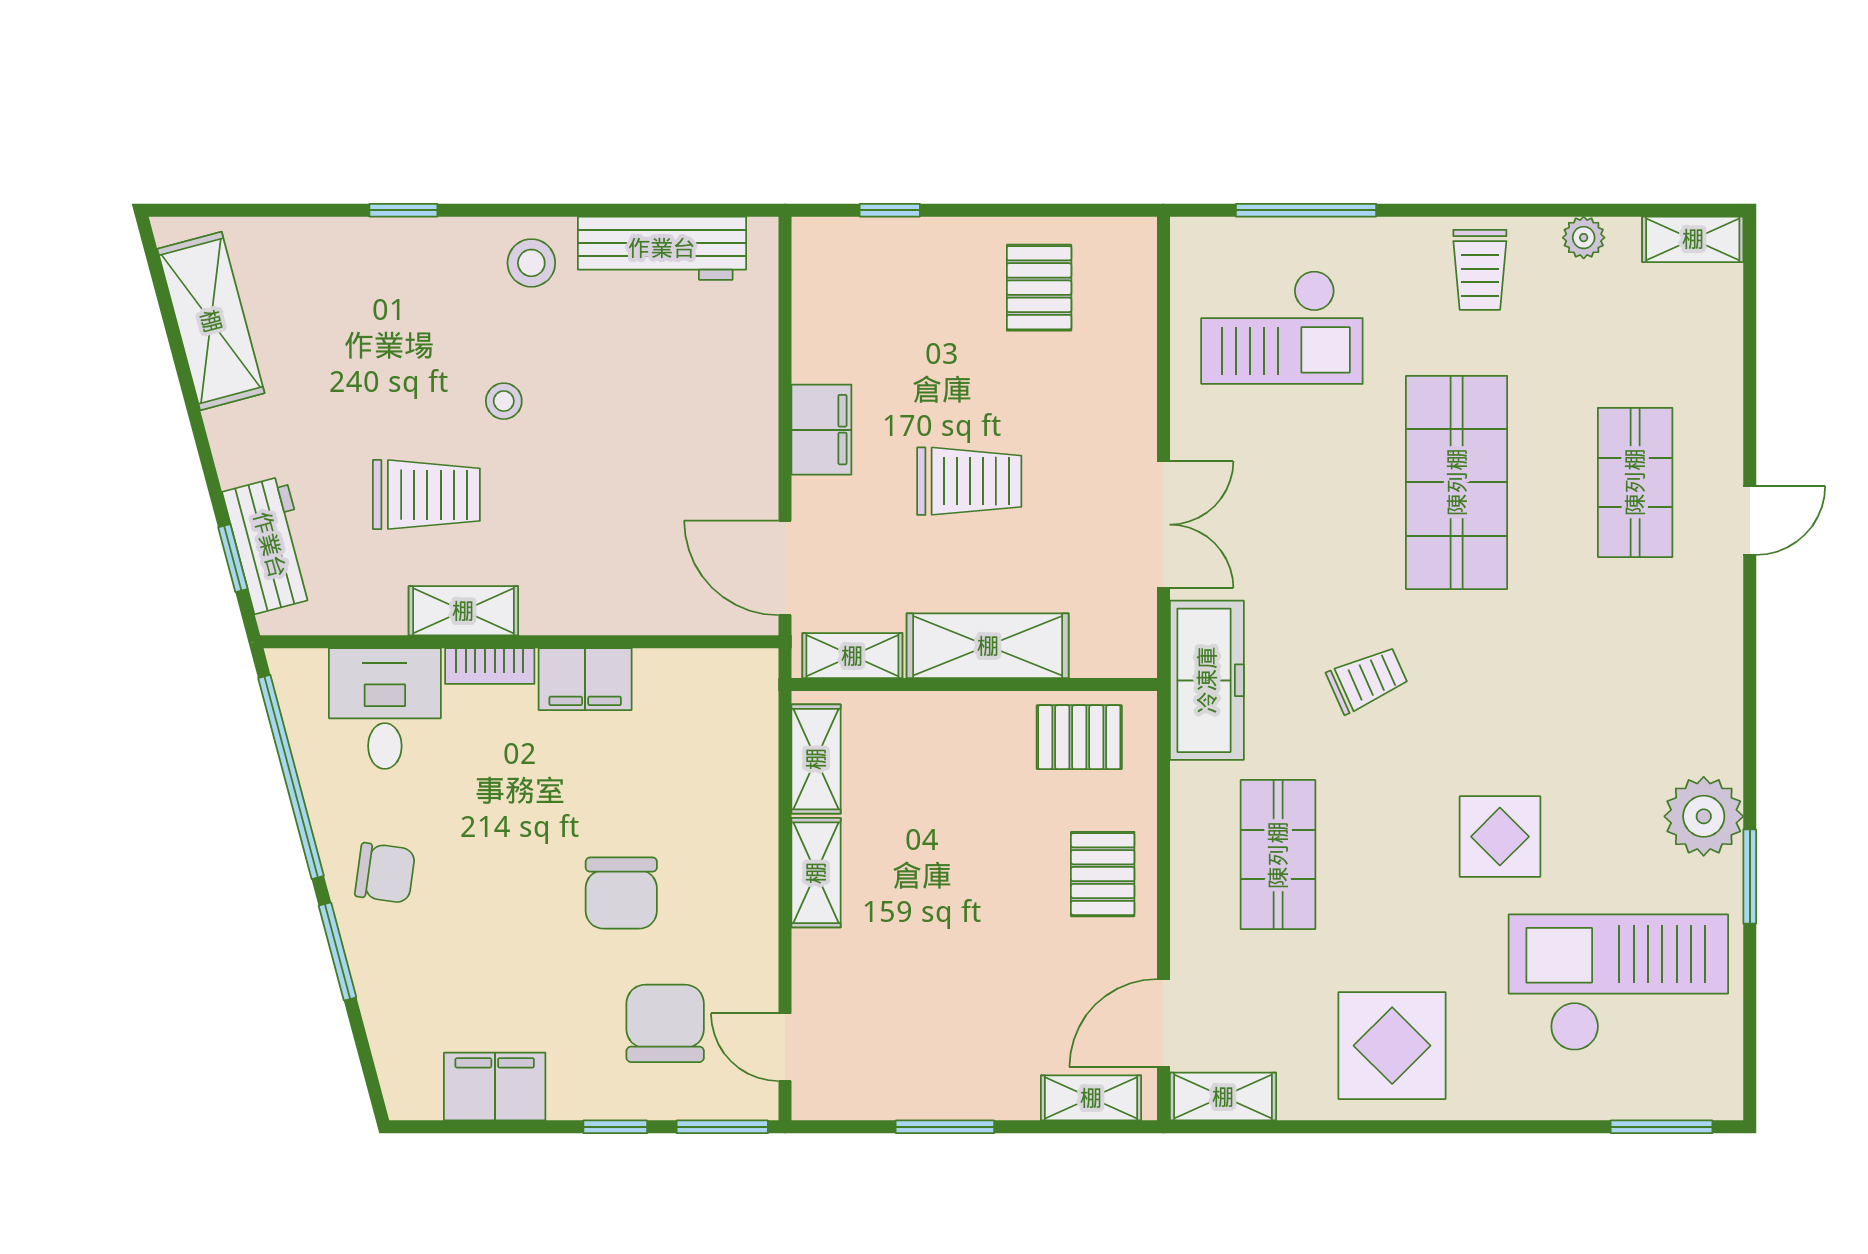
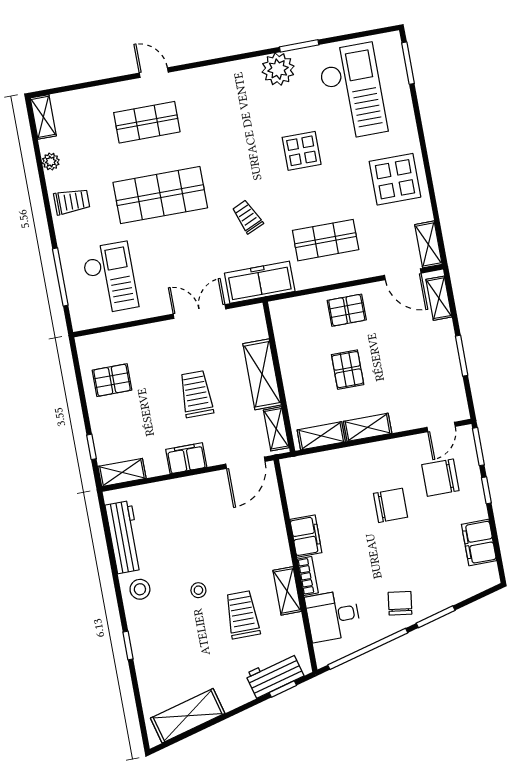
shelving: (816, 271) -> (122, 472), added
pallet: (1079, 737) -> (348, 370), moved
checkout: (1618, 983) -> (352, 92), turned 180

